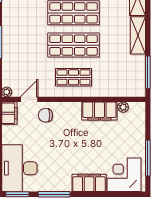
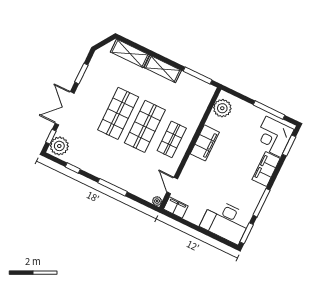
plant: (123, 107) -> (222, 108), width x1.87, depth x1.87
filing cabinet: (99, 111) -> (205, 143), moved
chair: (45, 115) -> (192, 178), removed
window: (123, 194) -> (289, 146), added

